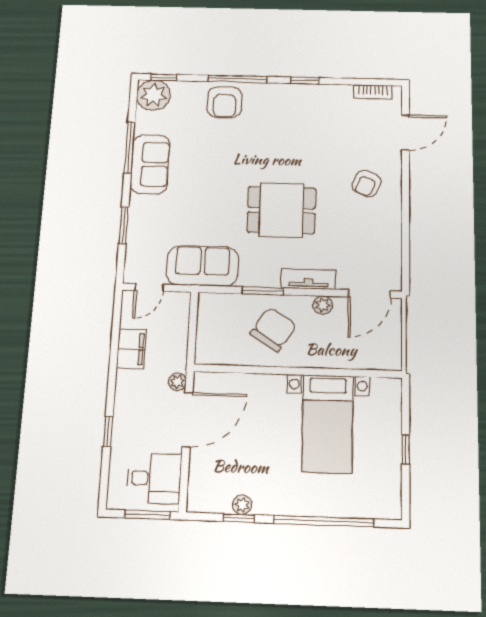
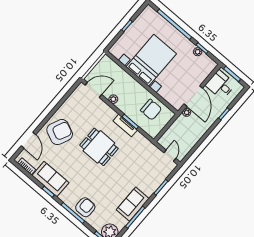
door: (406, 133) -> (28, 140), swing flipped
armchair: (366, 184) -> (60, 132), width x1.88, depth x1.88
sofa: (202, 266) -> (50, 179), moved, turned 180
tv unit: (308, 279) -> (125, 125), moved
door: (149, 287) -> (170, 156), hinge flipped
chair: (273, 330) -> (151, 110), moved, turned -123
filing cabinet: (131, 349) -> (193, 137), removed
door: (187, 420) -> (193, 96), swing flipped
bed with nightstands: (327, 424) -> (151, 60), width x1.36

